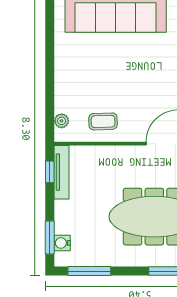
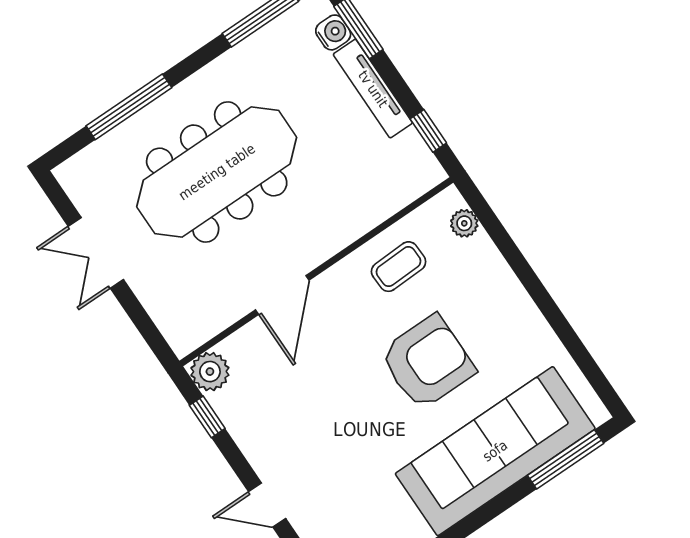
armchair: (119, 71) -> (427, 362), added
tv unit: (61, 172) -> (373, 89), moved

